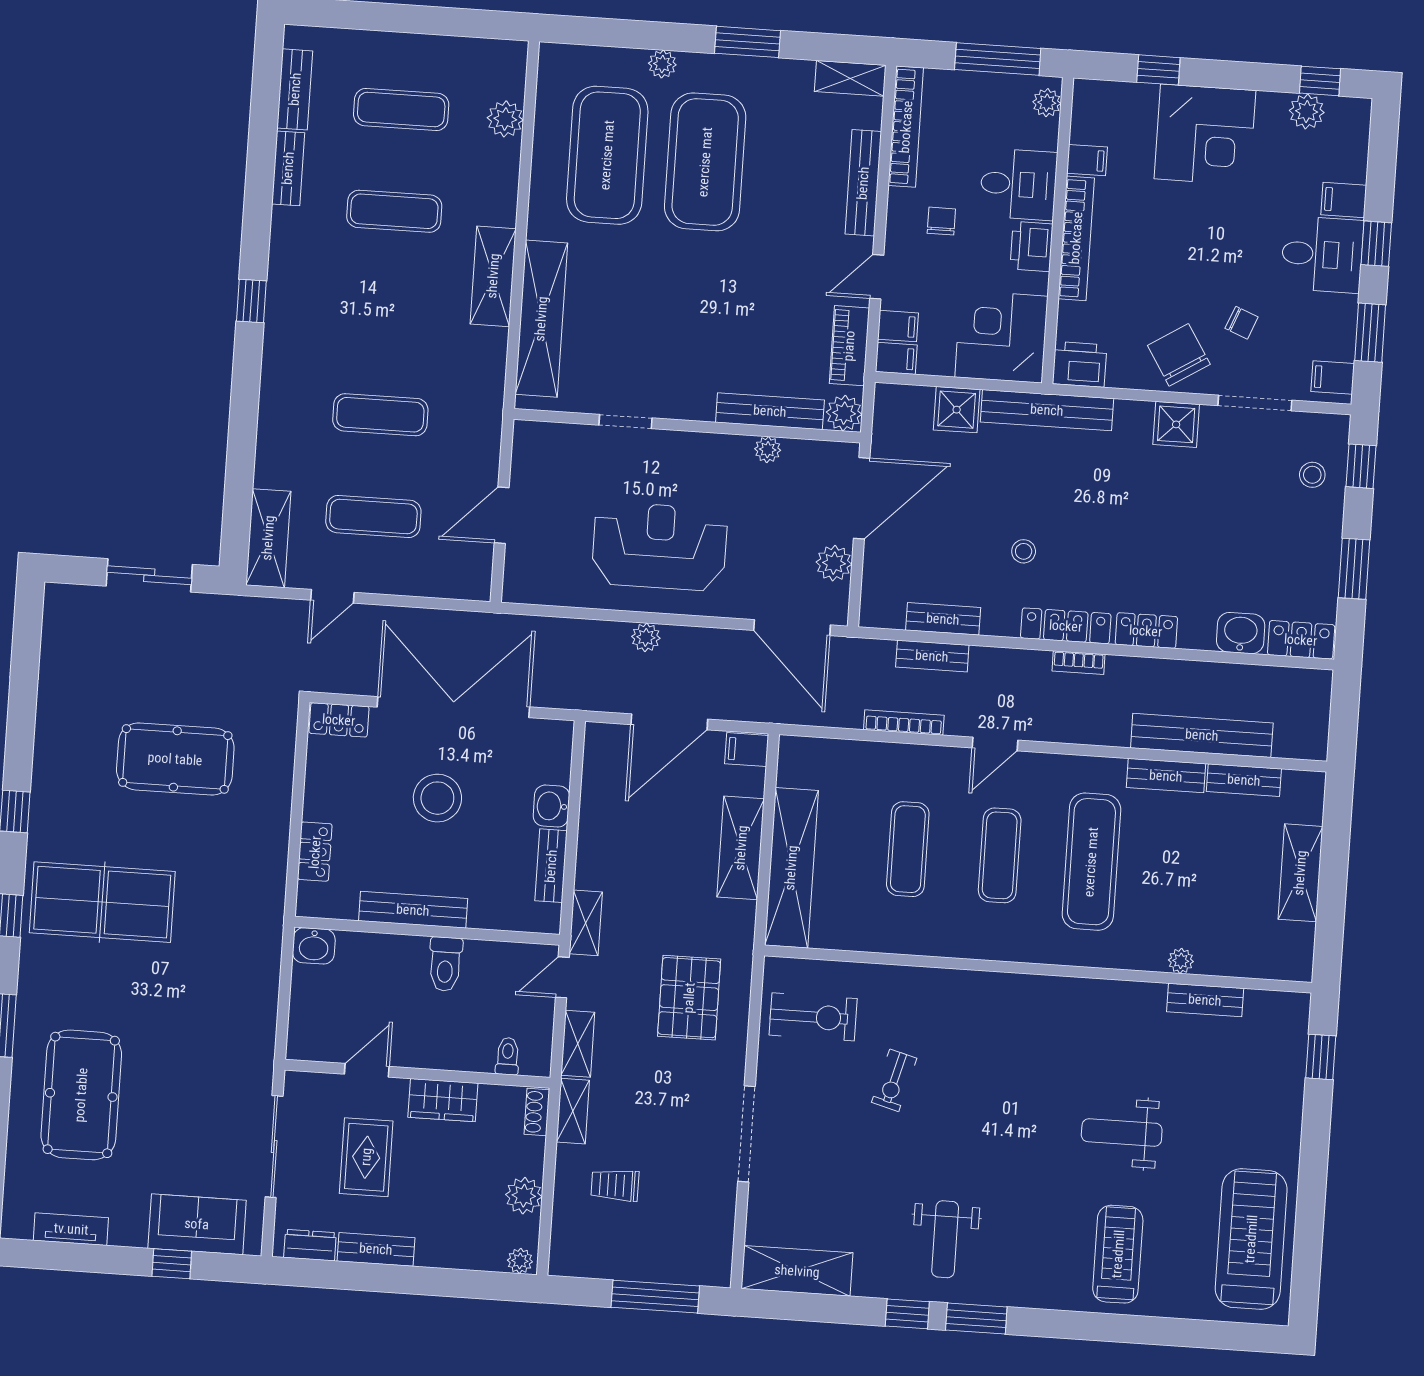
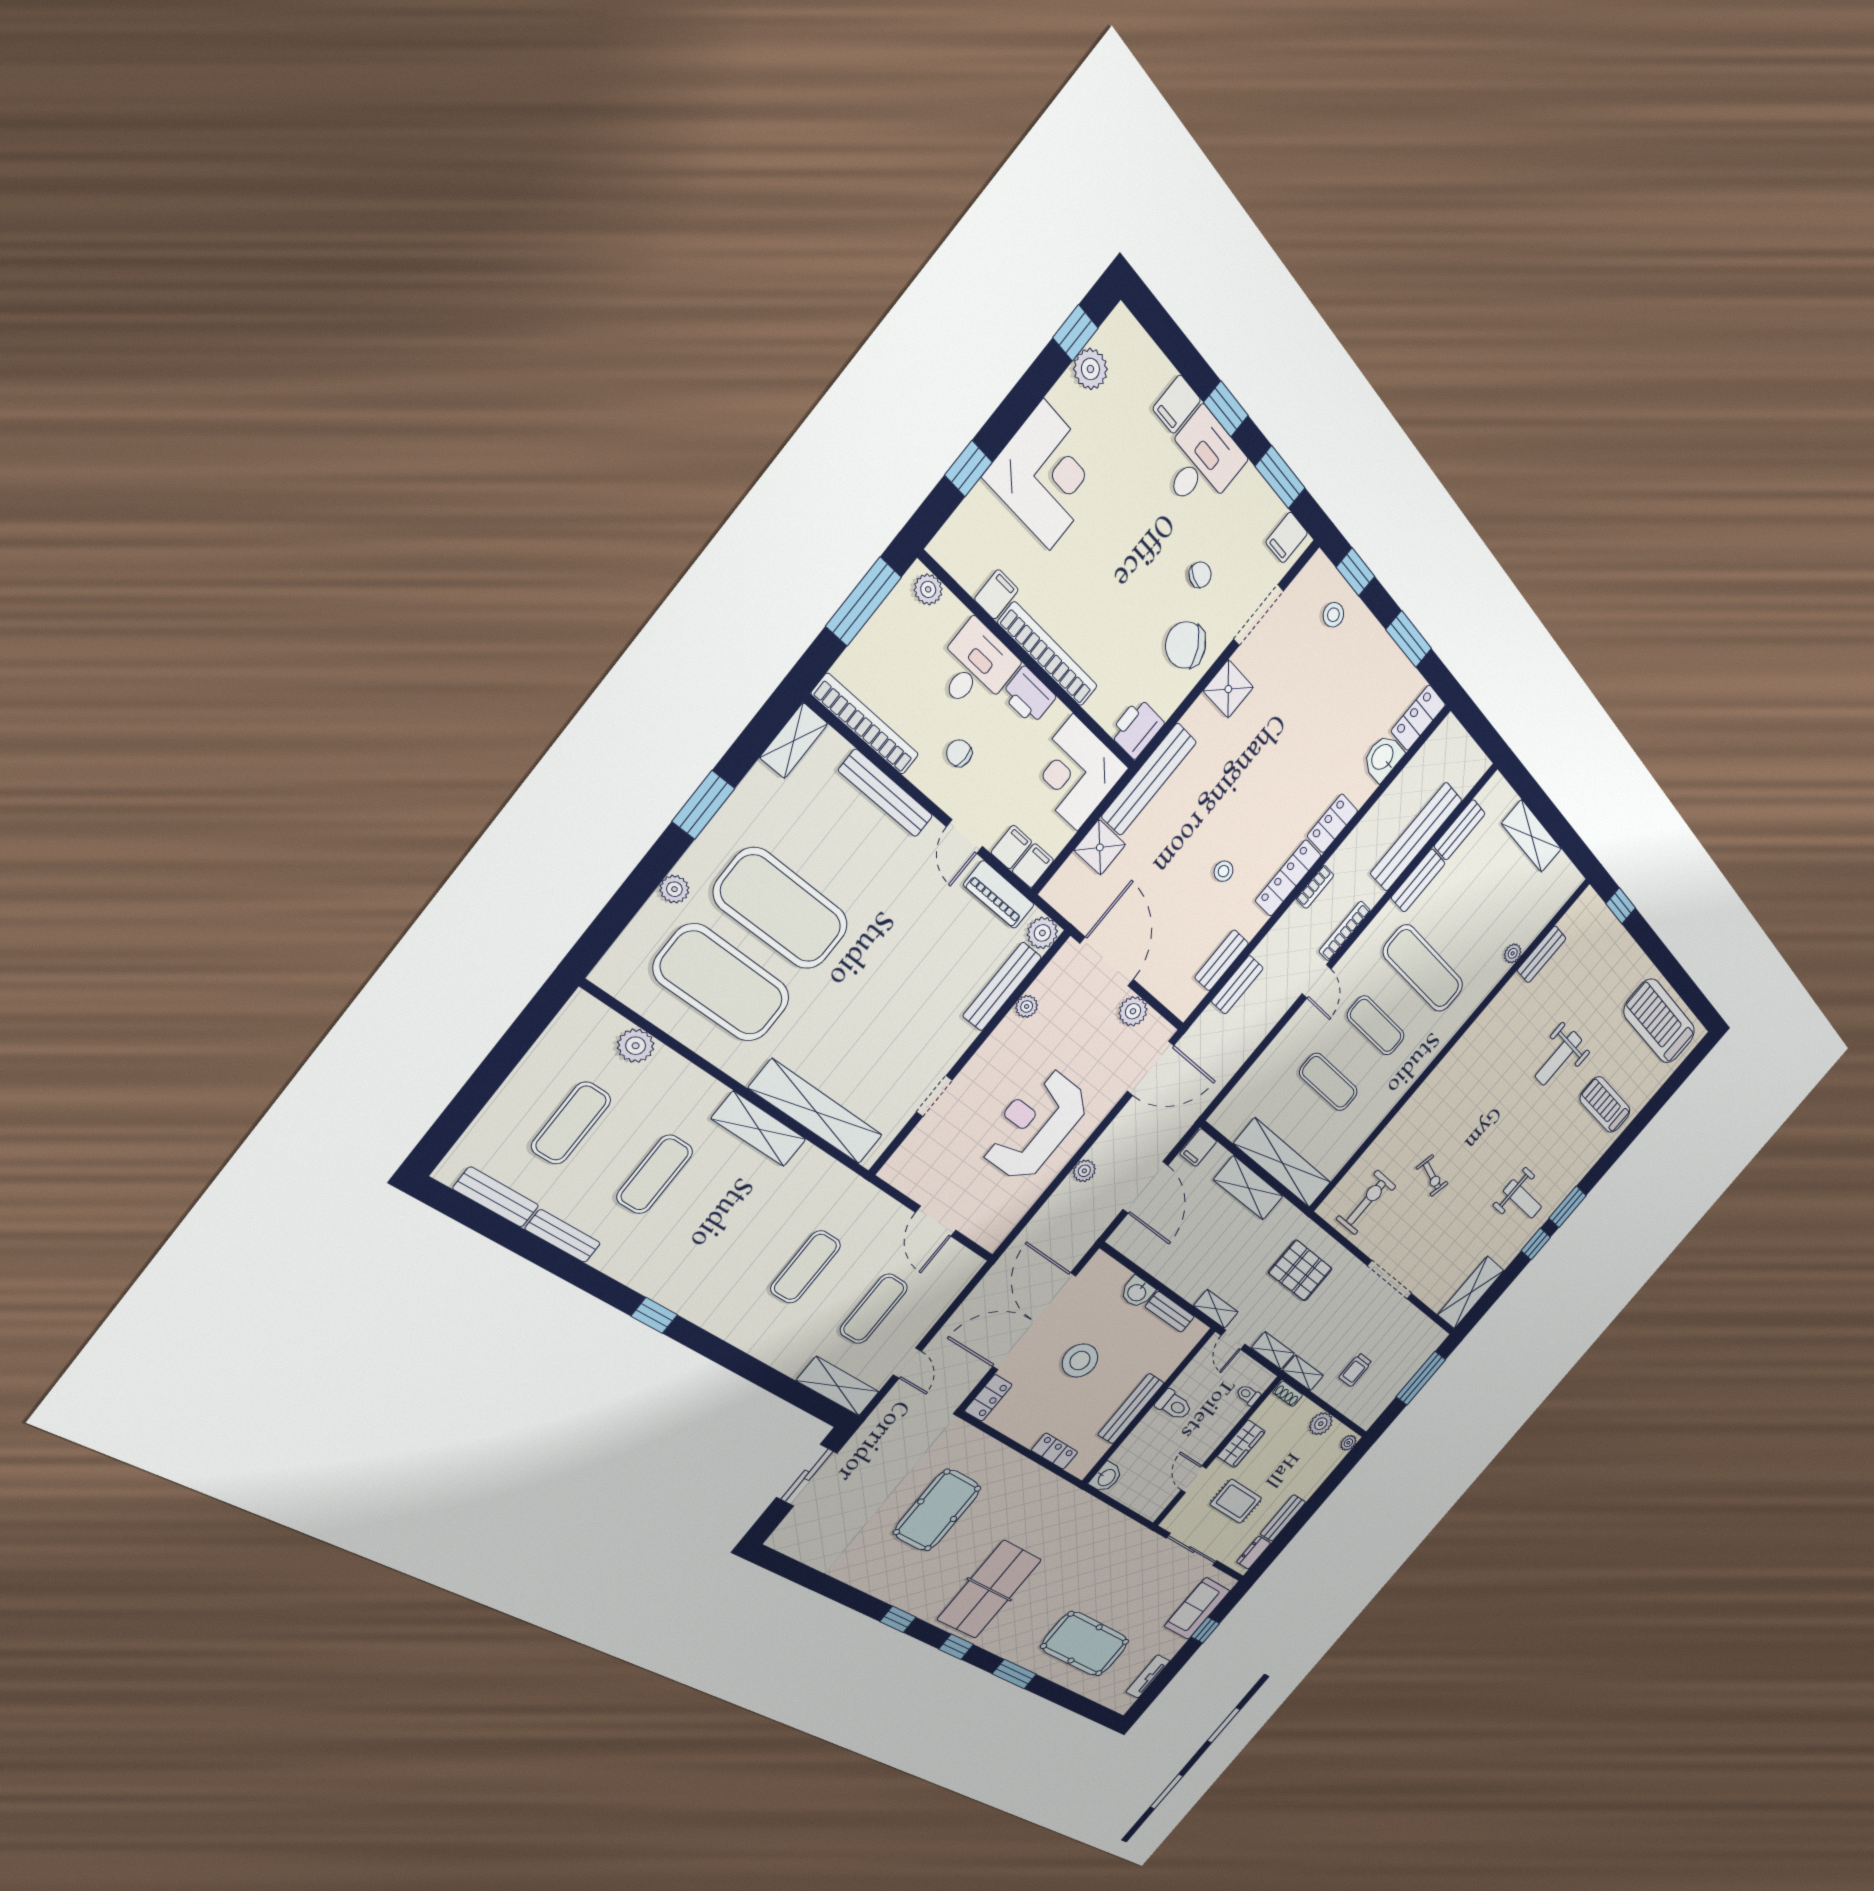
bookcase: (904, 722) -> (1345, 931), moved

